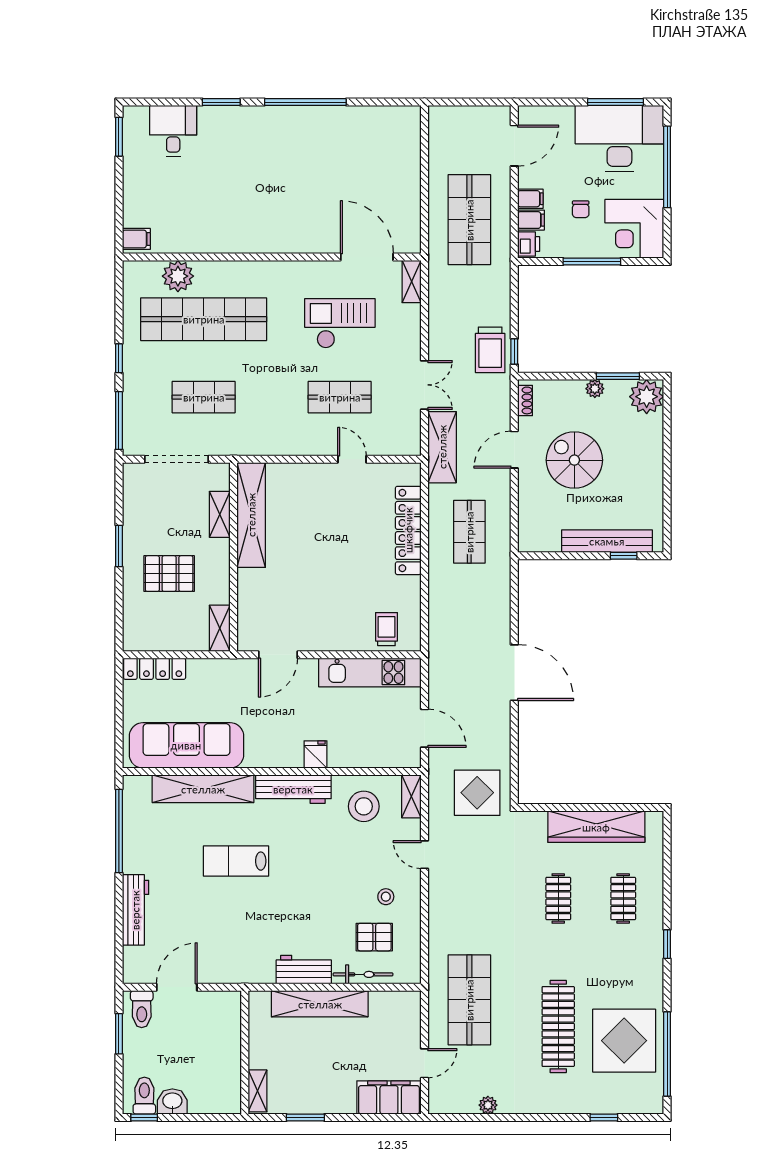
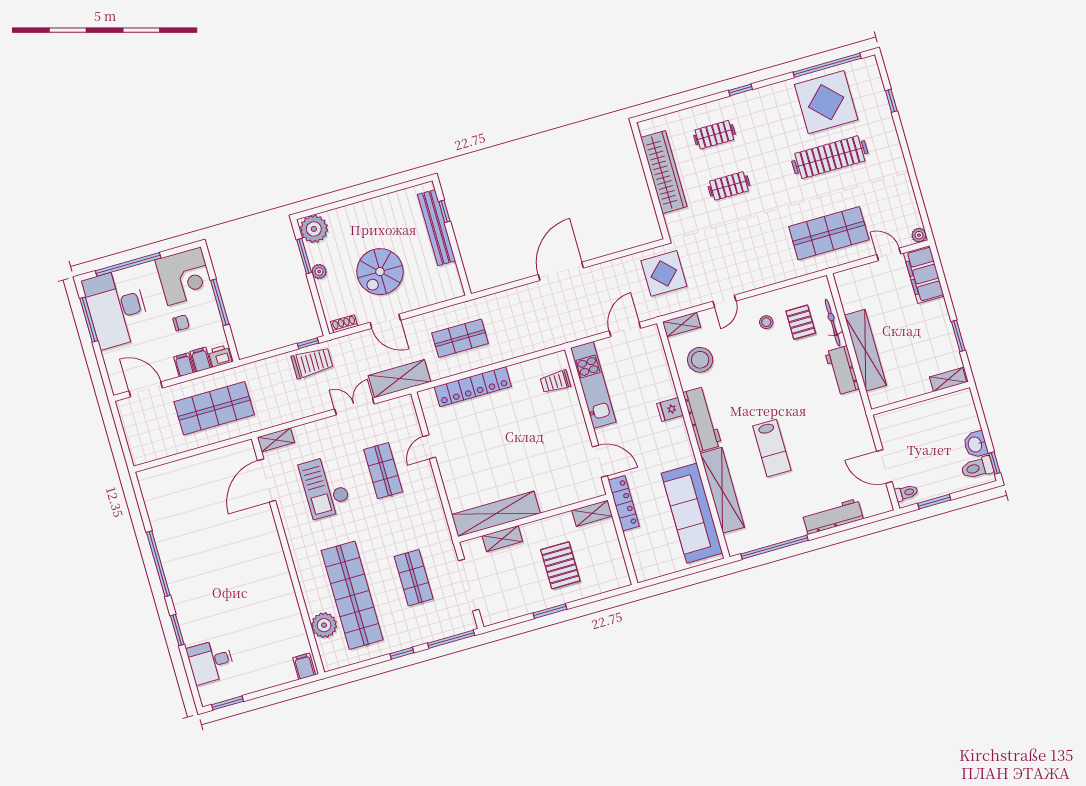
locker: (155, 669) -> (624, 503), moved
toilet: (142, 1009) -> (906, 493), width x0.73, depth x0.72
plant: (488, 1105) -> (919, 235), moved

